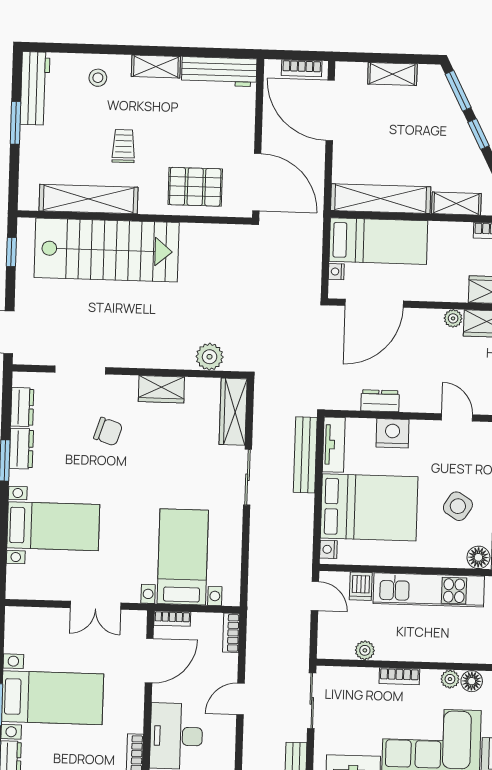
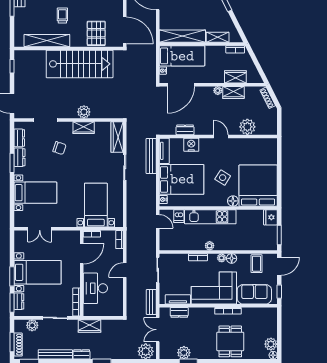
pallet: (195, 187) -> (96, 33), turned 90
stairs: (107, 250) -> (80, 64), moved
plant: (210, 357) -> (84, 112), moved
double door: (95, 605) -> (40, 229), moved
plant: (365, 650) -> (210, 246), moved

